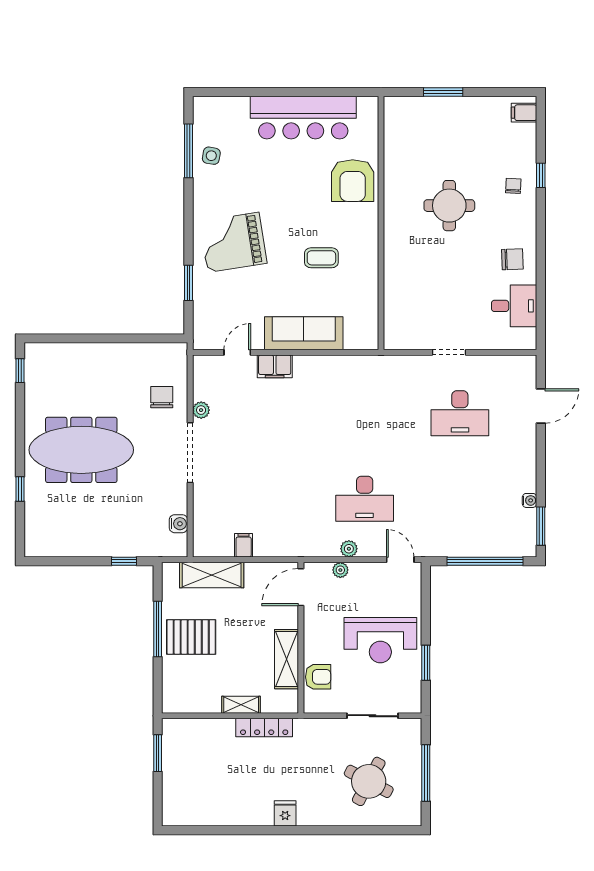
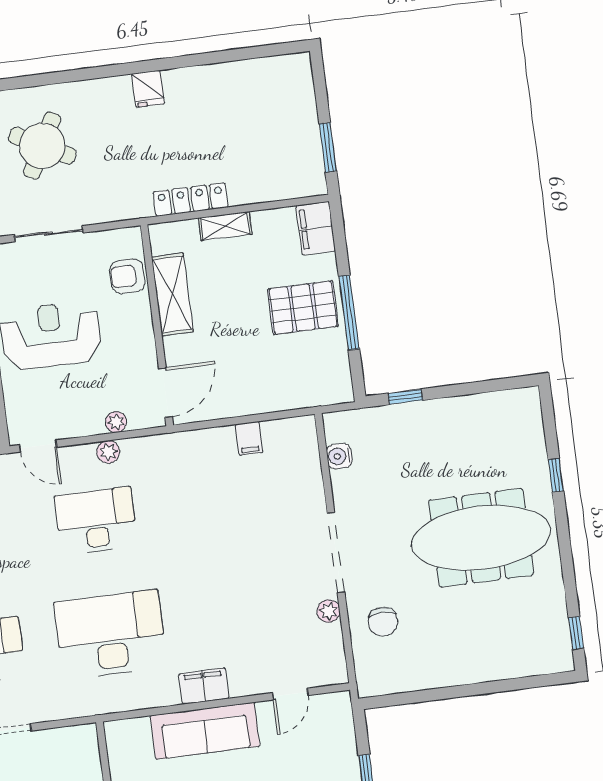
filing cabinet: (275, 366) -> (204, 686), moved
desk: (365, 413) -> (110, 635), added
shelving: (212, 575) -> (286, 394), removed
filing cabinet: (174, 695) -> (316, 228), added

